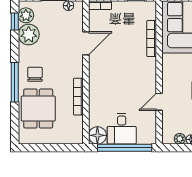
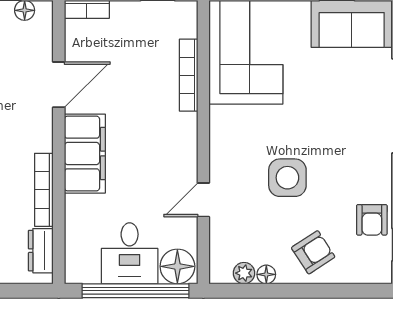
filing cabinet: (99, 78) -> (85, 154), added
dresser: (77, 127) -> (41, 251), added
floor lamp: (97, 135) -> (177, 266), moved

